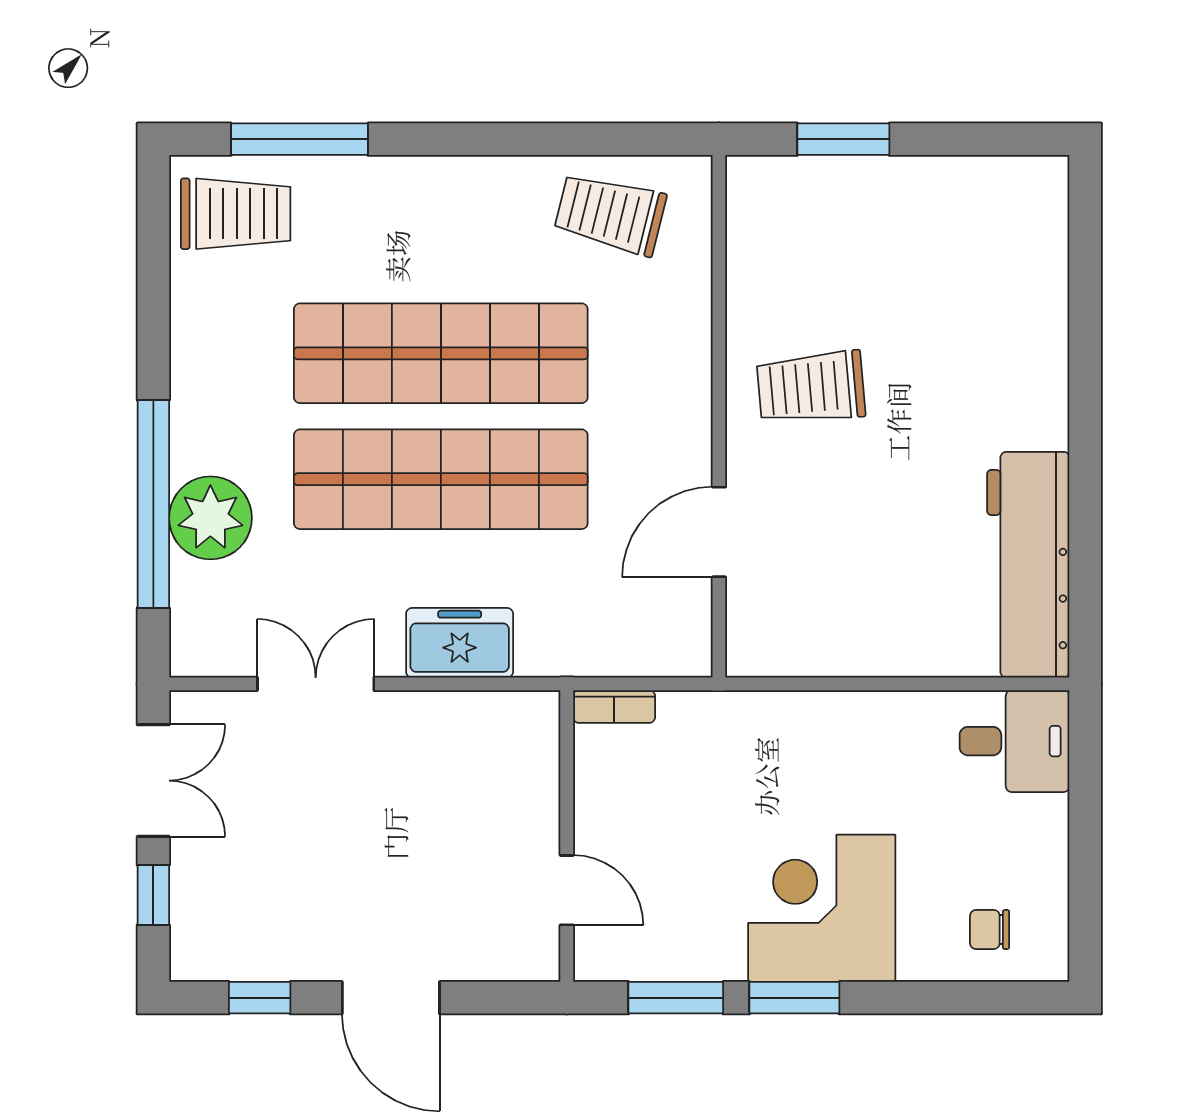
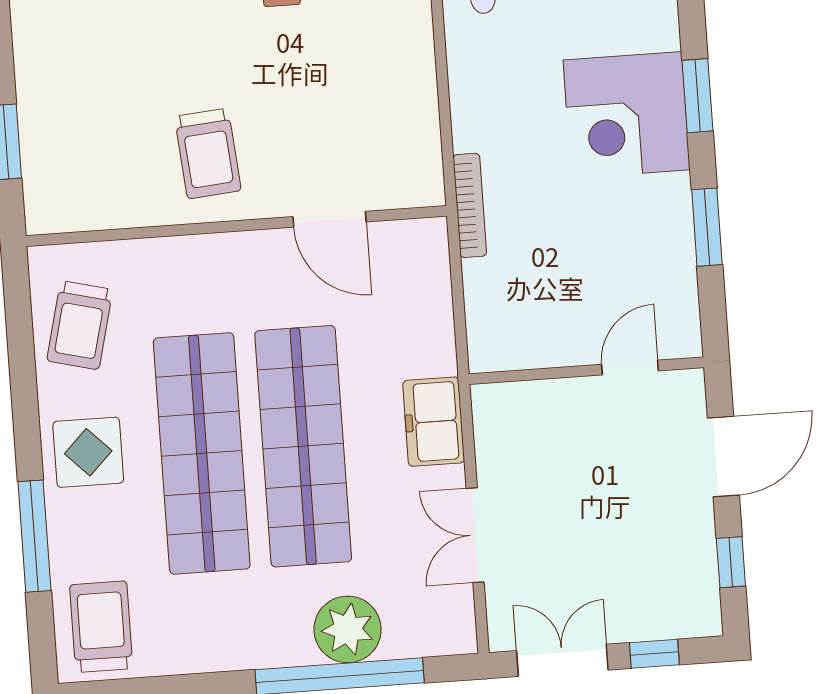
window: (300, 139) -> (34, 536), moved
display table: (452, 213) -> (88, 452), added
bookcase: (614, 707) -> (470, 205), moved, width x1.56
wall: (567, 836) -> (586, 371), moved
door: (567, 890) -> (630, 368), moved
window: (794, 998) -> (697, 96), moved

